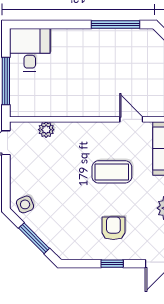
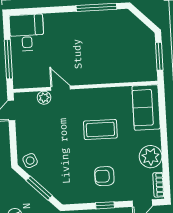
door: (131, 119) -> (60, 88), moved
armchair: (113, 228) -> (104, 176), turned -90

